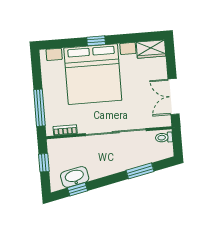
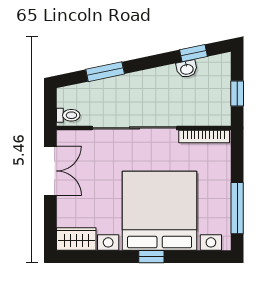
window: (39, 108) -> (237, 208), moved
bookcase: (65, 130) -> (204, 137), width x1.56
washbasin: (75, 177) -> (187, 69), width x0.52, depth x0.69

